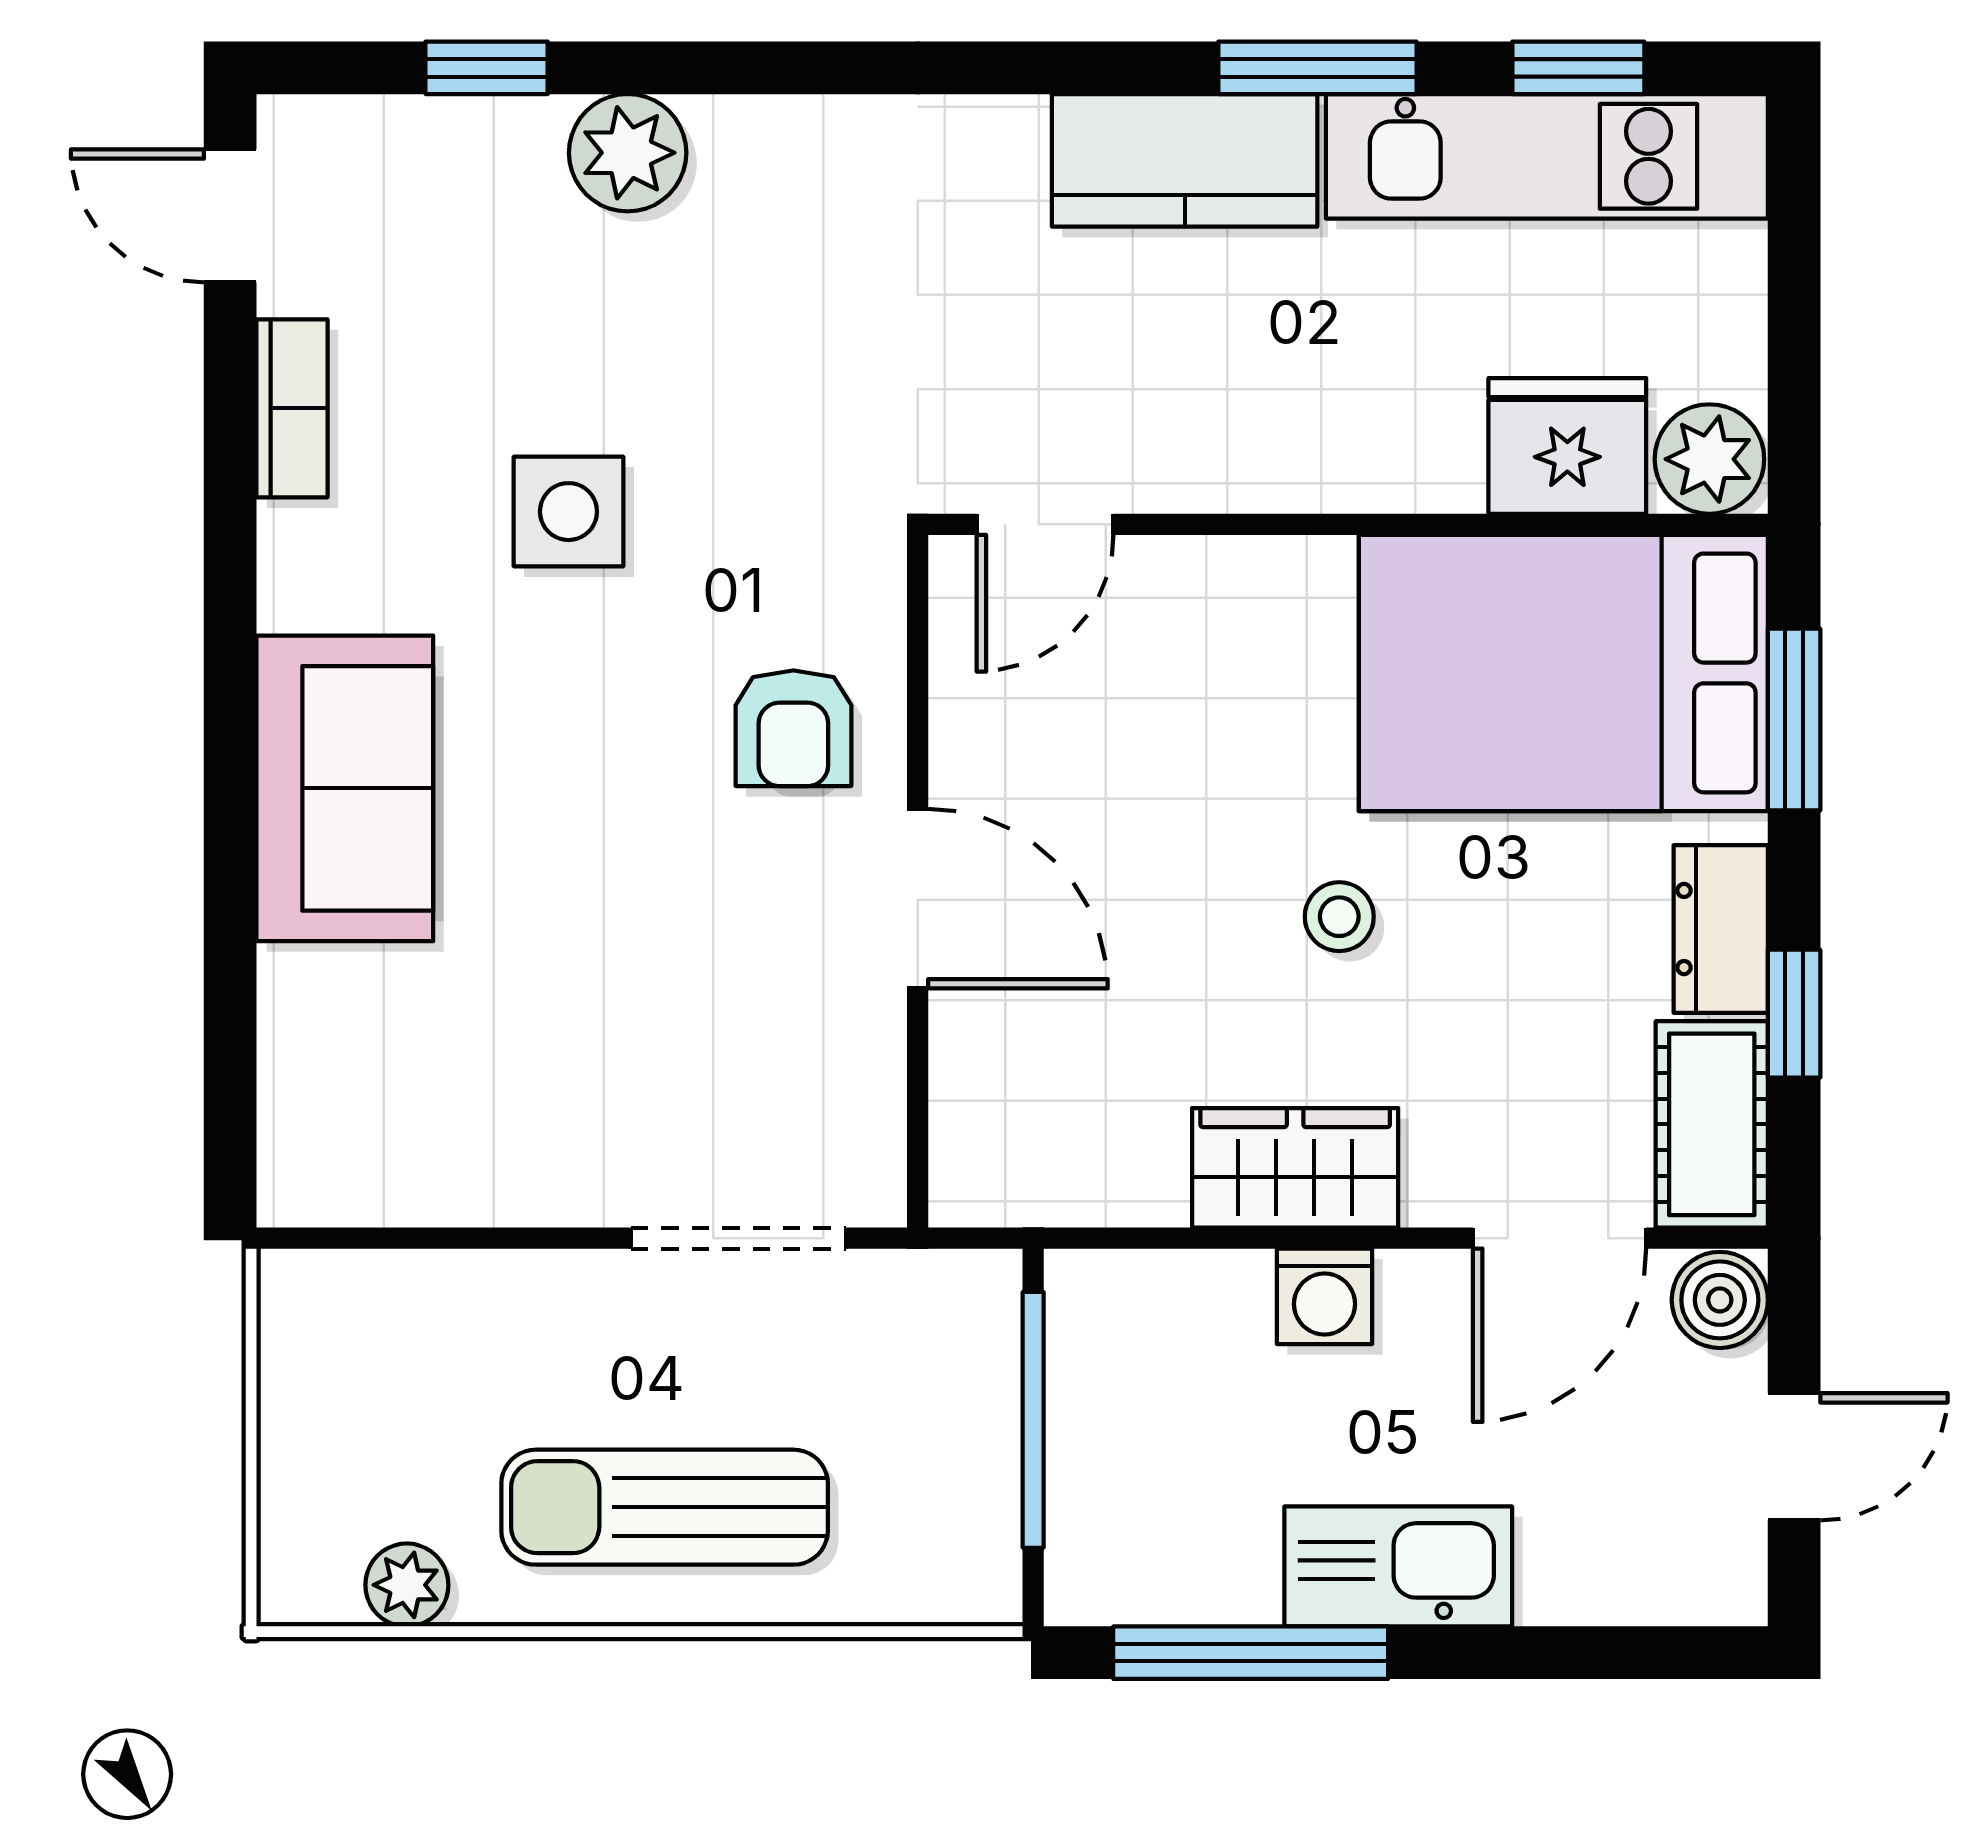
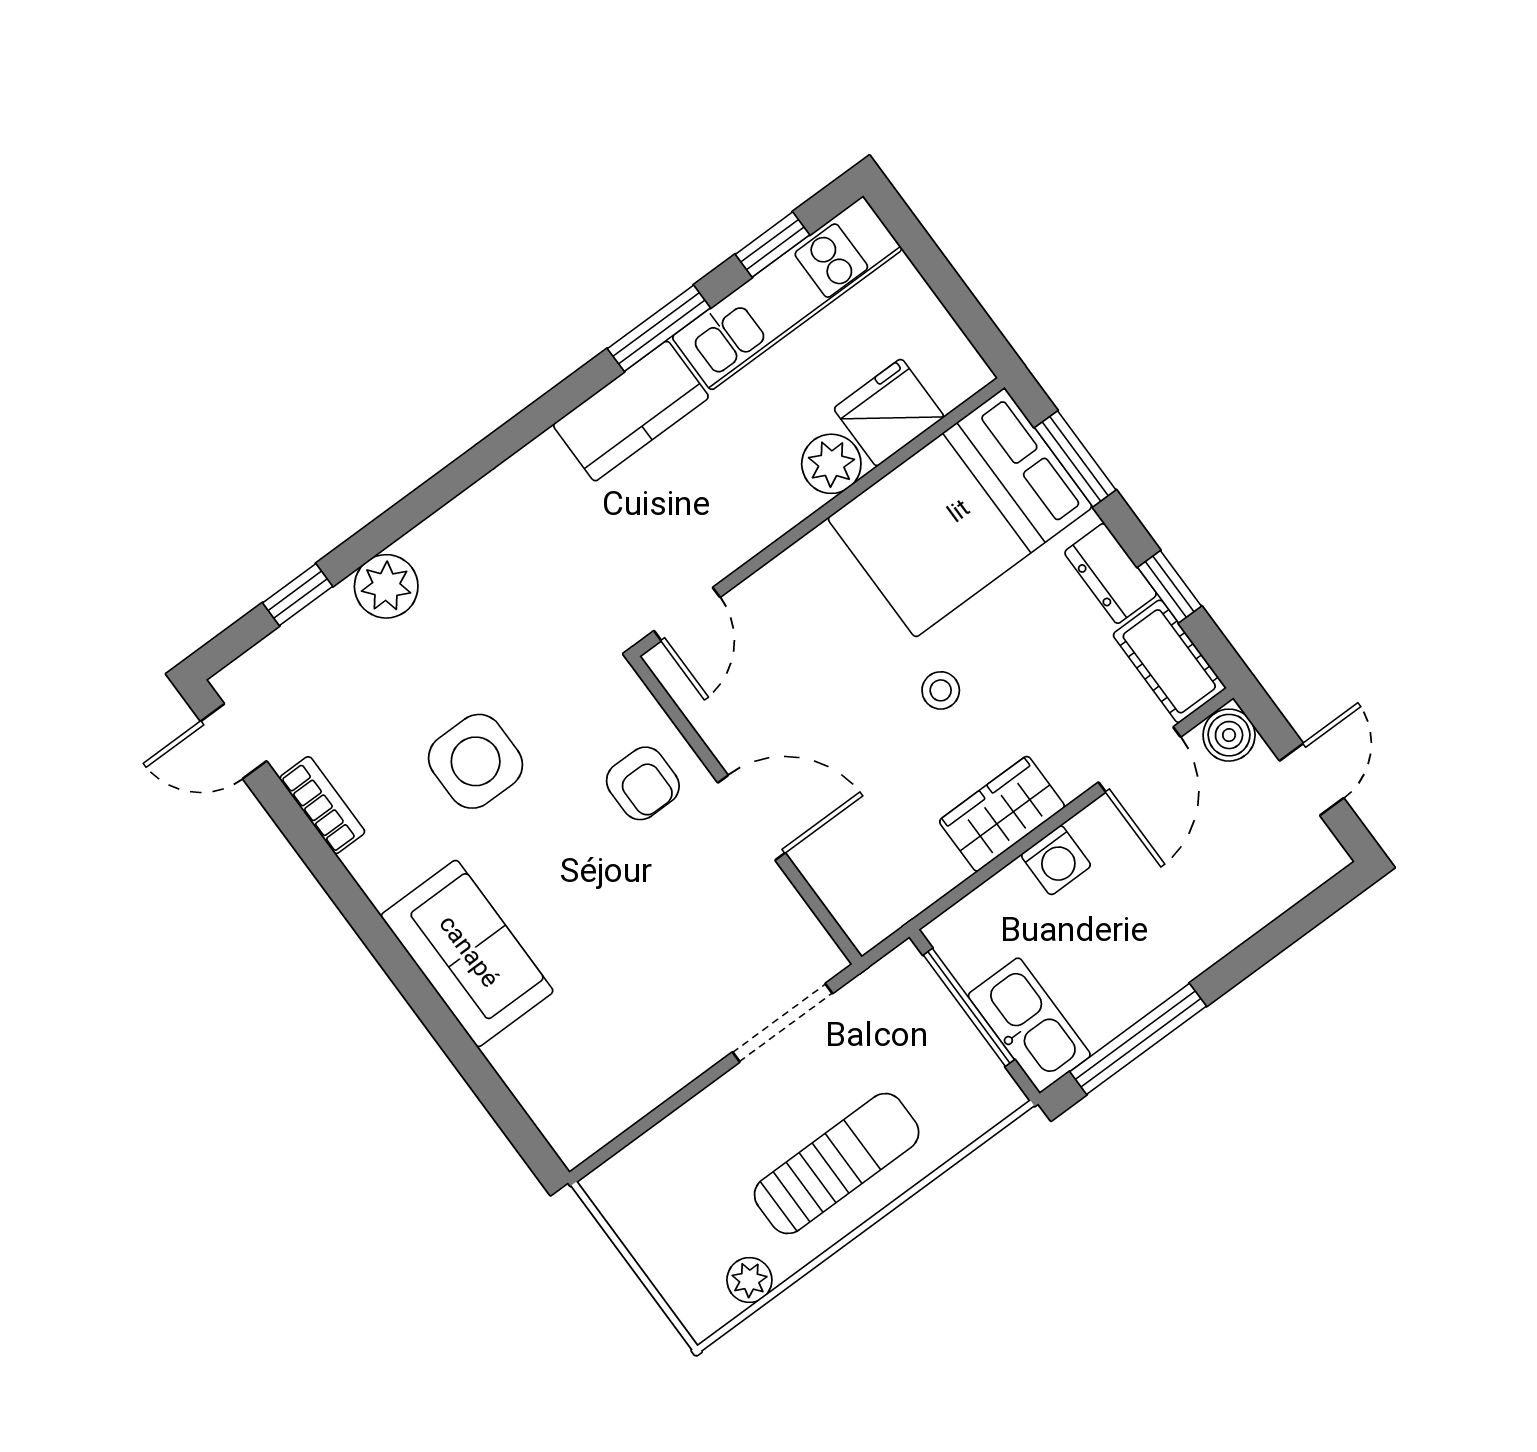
plant: (1709, 459) -> (831, 464), moved
side table: (568, 512) -> (476, 761), width x1.37, depth x1.37
sun lounger: (665, 1507) -> (837, 1164), turned 180
kitchen sink: (1398, 1566) -> (1029, 1025), moved, turned 90

